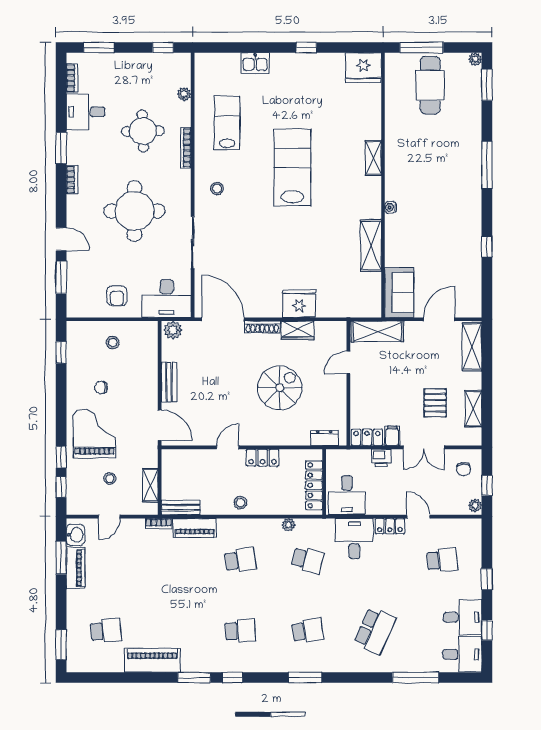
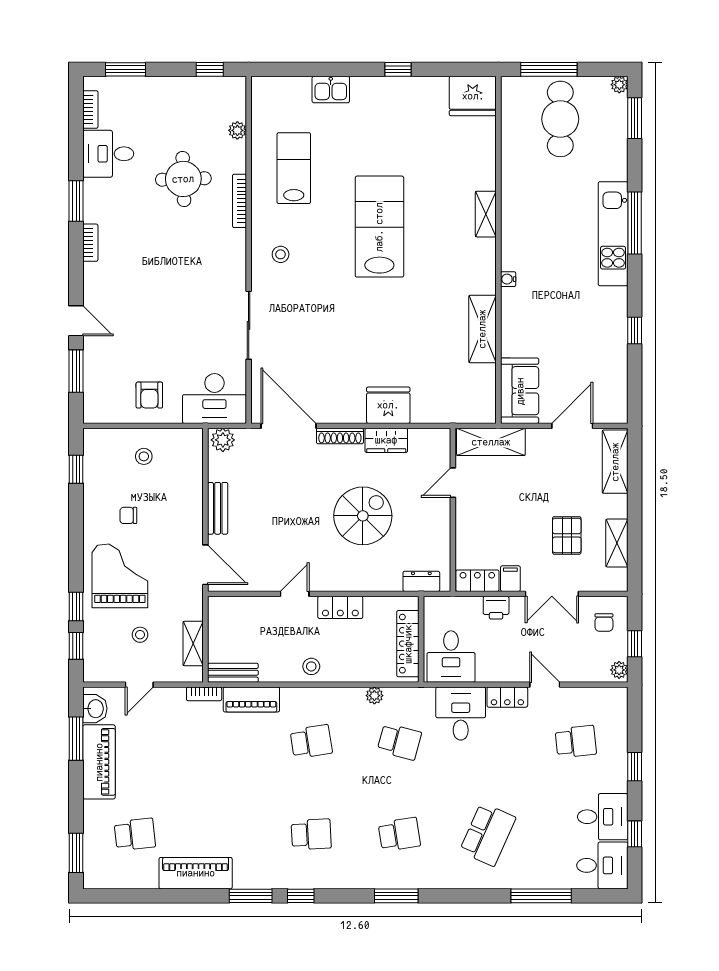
kitchen unit: (470, 173) -> (613, 234), added
round table: (135, 211) -> (172, 284), removed
piano: (76, 568) -> (99, 762), width x1.37, depth x1.33

